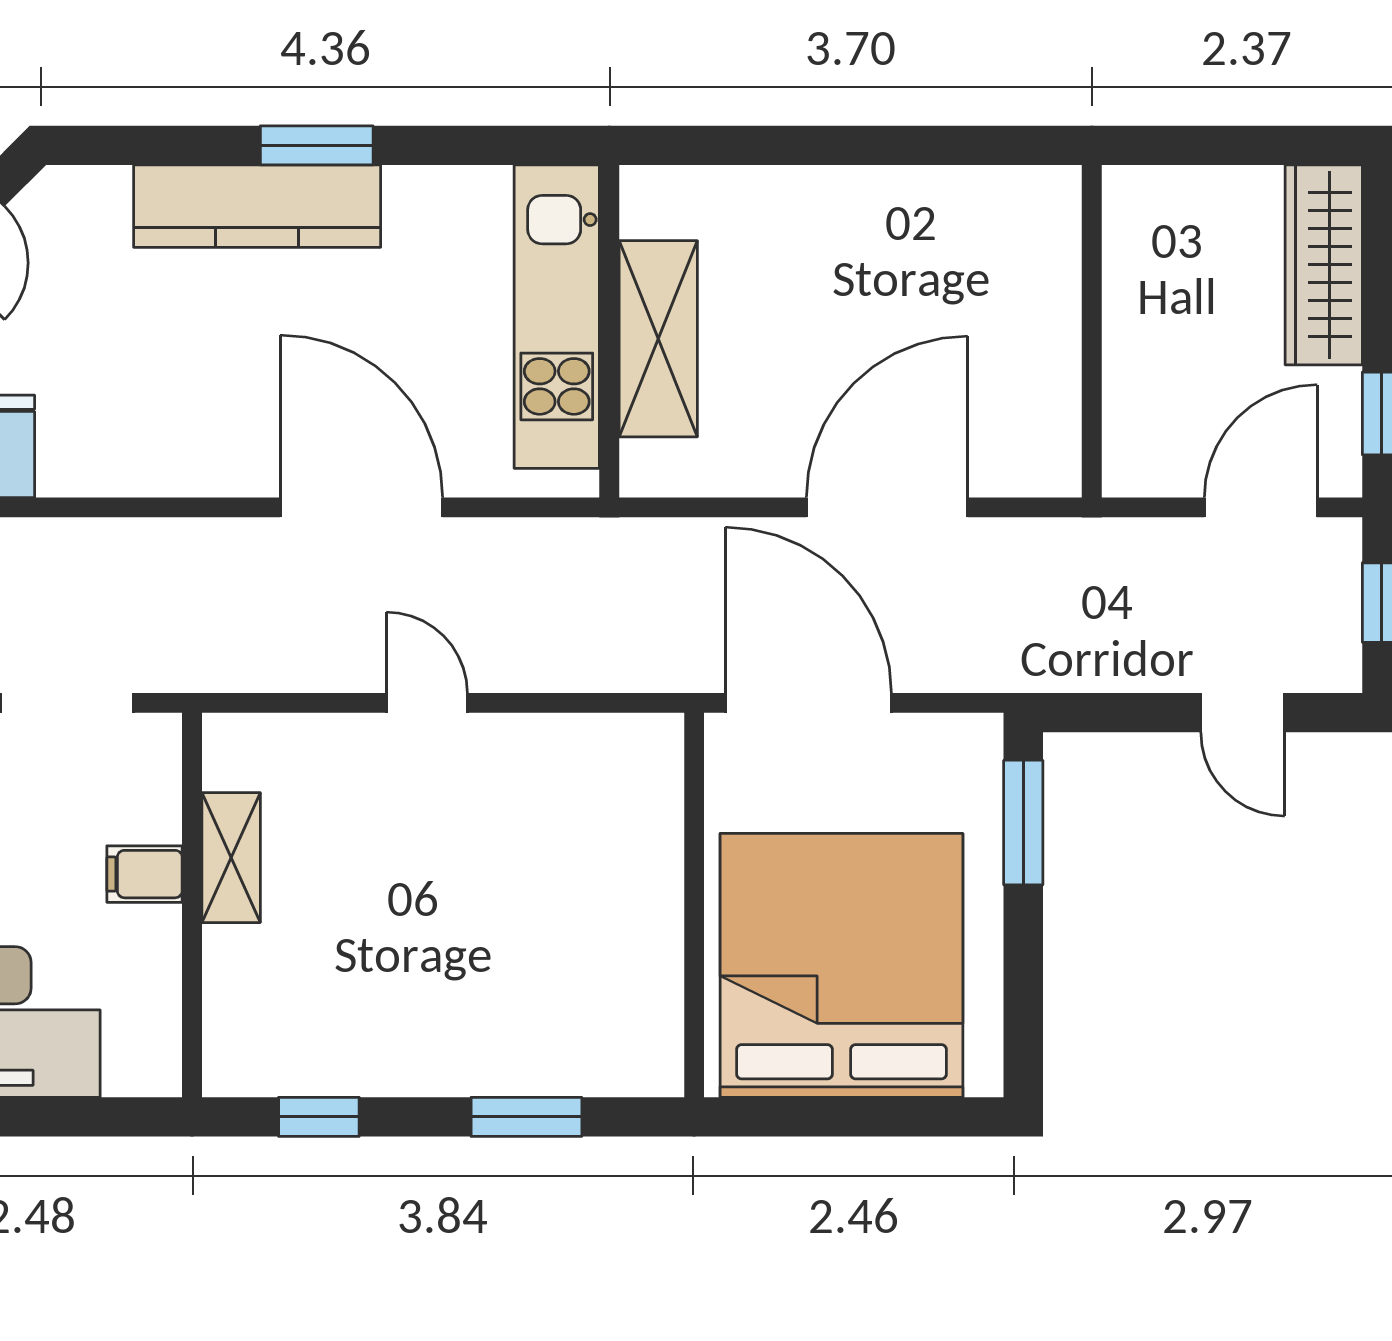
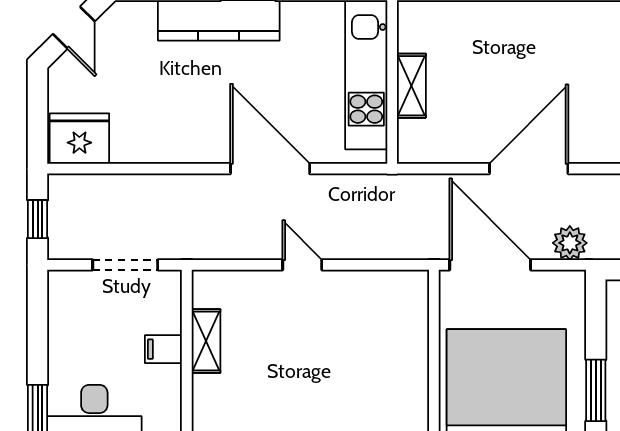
shelving: (658, 339) -> (411, 86), width x0.67, depth x0.75
plant: (970, 658) -> (570, 243), added
window: (1023, 823) -> (596, 390), moved

